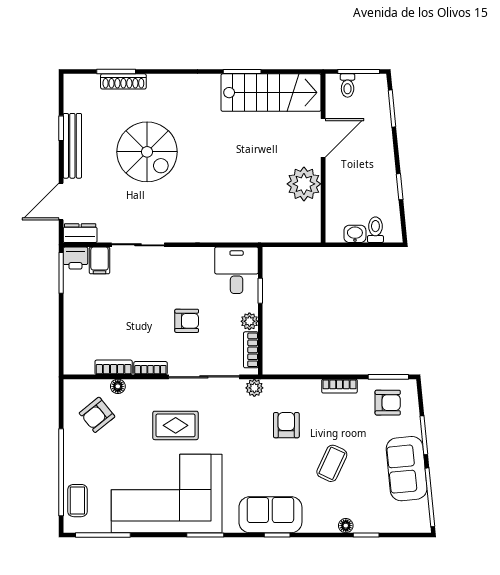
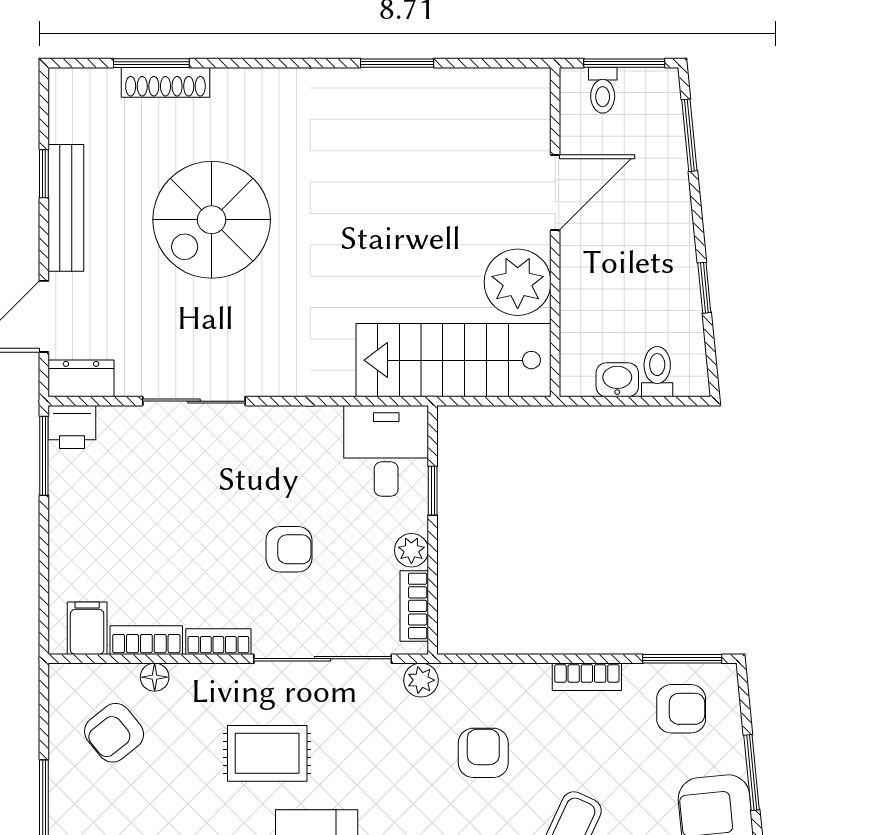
stairs: (271, 93) -> (454, 360), moved, turned 180
spiral stairs: (147, 152) -> (212, 220), turned 90
filing cabinet: (100, 260) -> (87, 628), moved, turned 180

